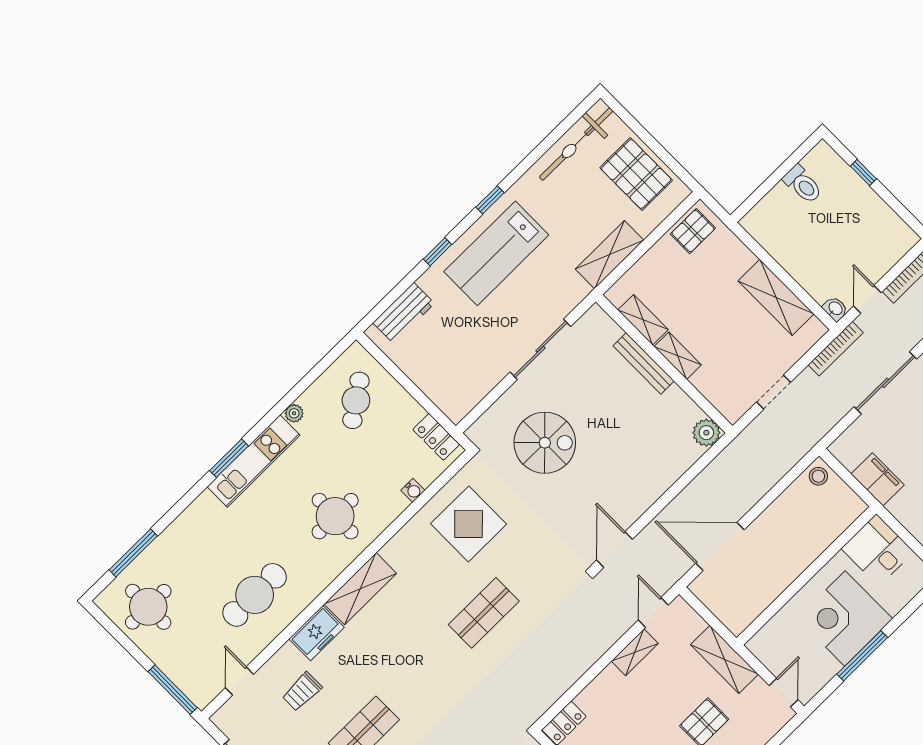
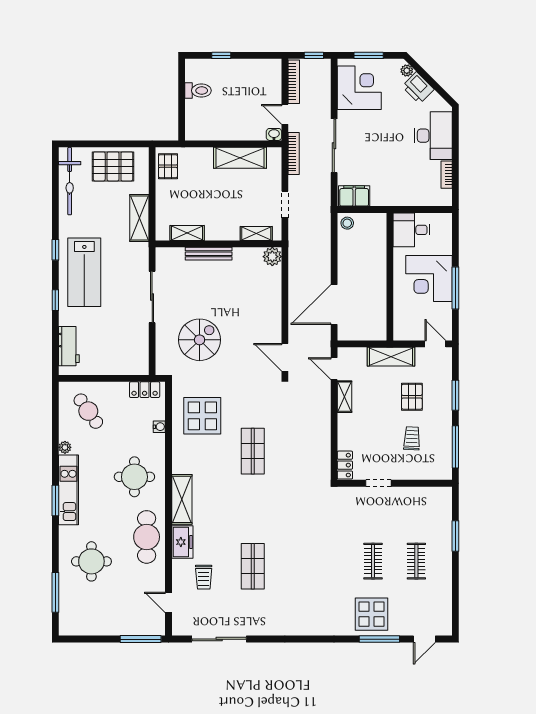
shelving: (678, 356) -> (256, 234), moved
filing cabinet: (878, 479) -> (354, 196), moved
cafe table: (255, 595) -> (147, 537), moved
round table: (148, 607) -> (91, 561), moved

